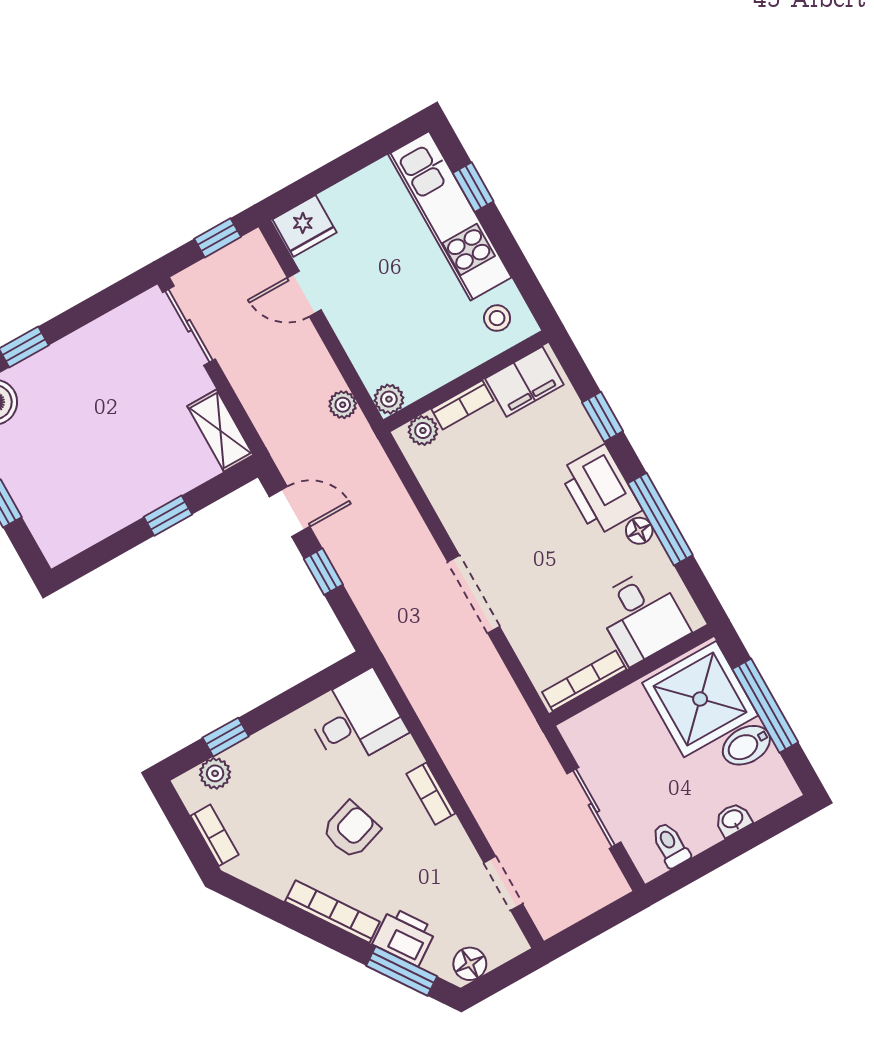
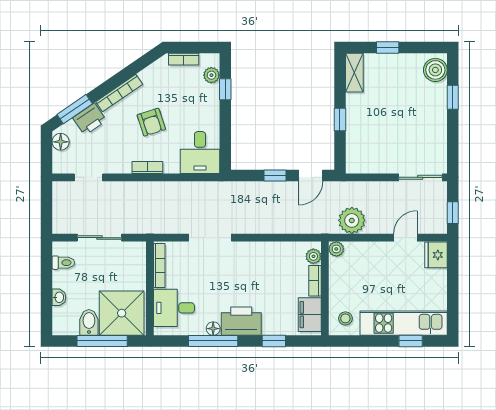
plant: (343, 405) -> (352, 220), width x1.87, depth x1.87
shelving: (220, 430) -> (354, 73), moved, turned 90
doorway: (474, 594) -> (210, 238), moved

